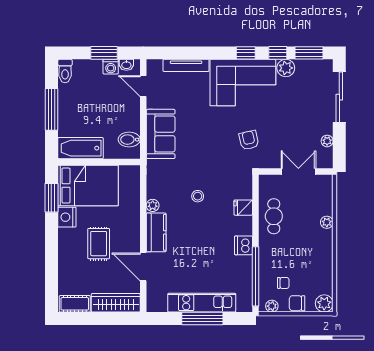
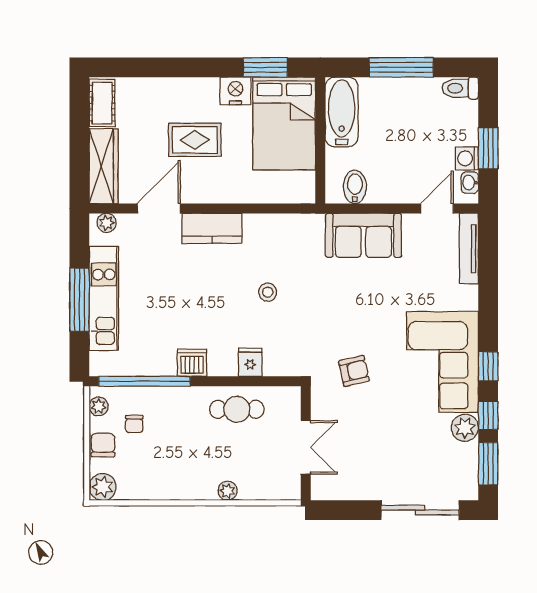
tv unit: (186, 65) -> (469, 249), moved
plant: (327, 141) -> (353, 491), removed
plant: (153, 205) -> (107, 223), moved

